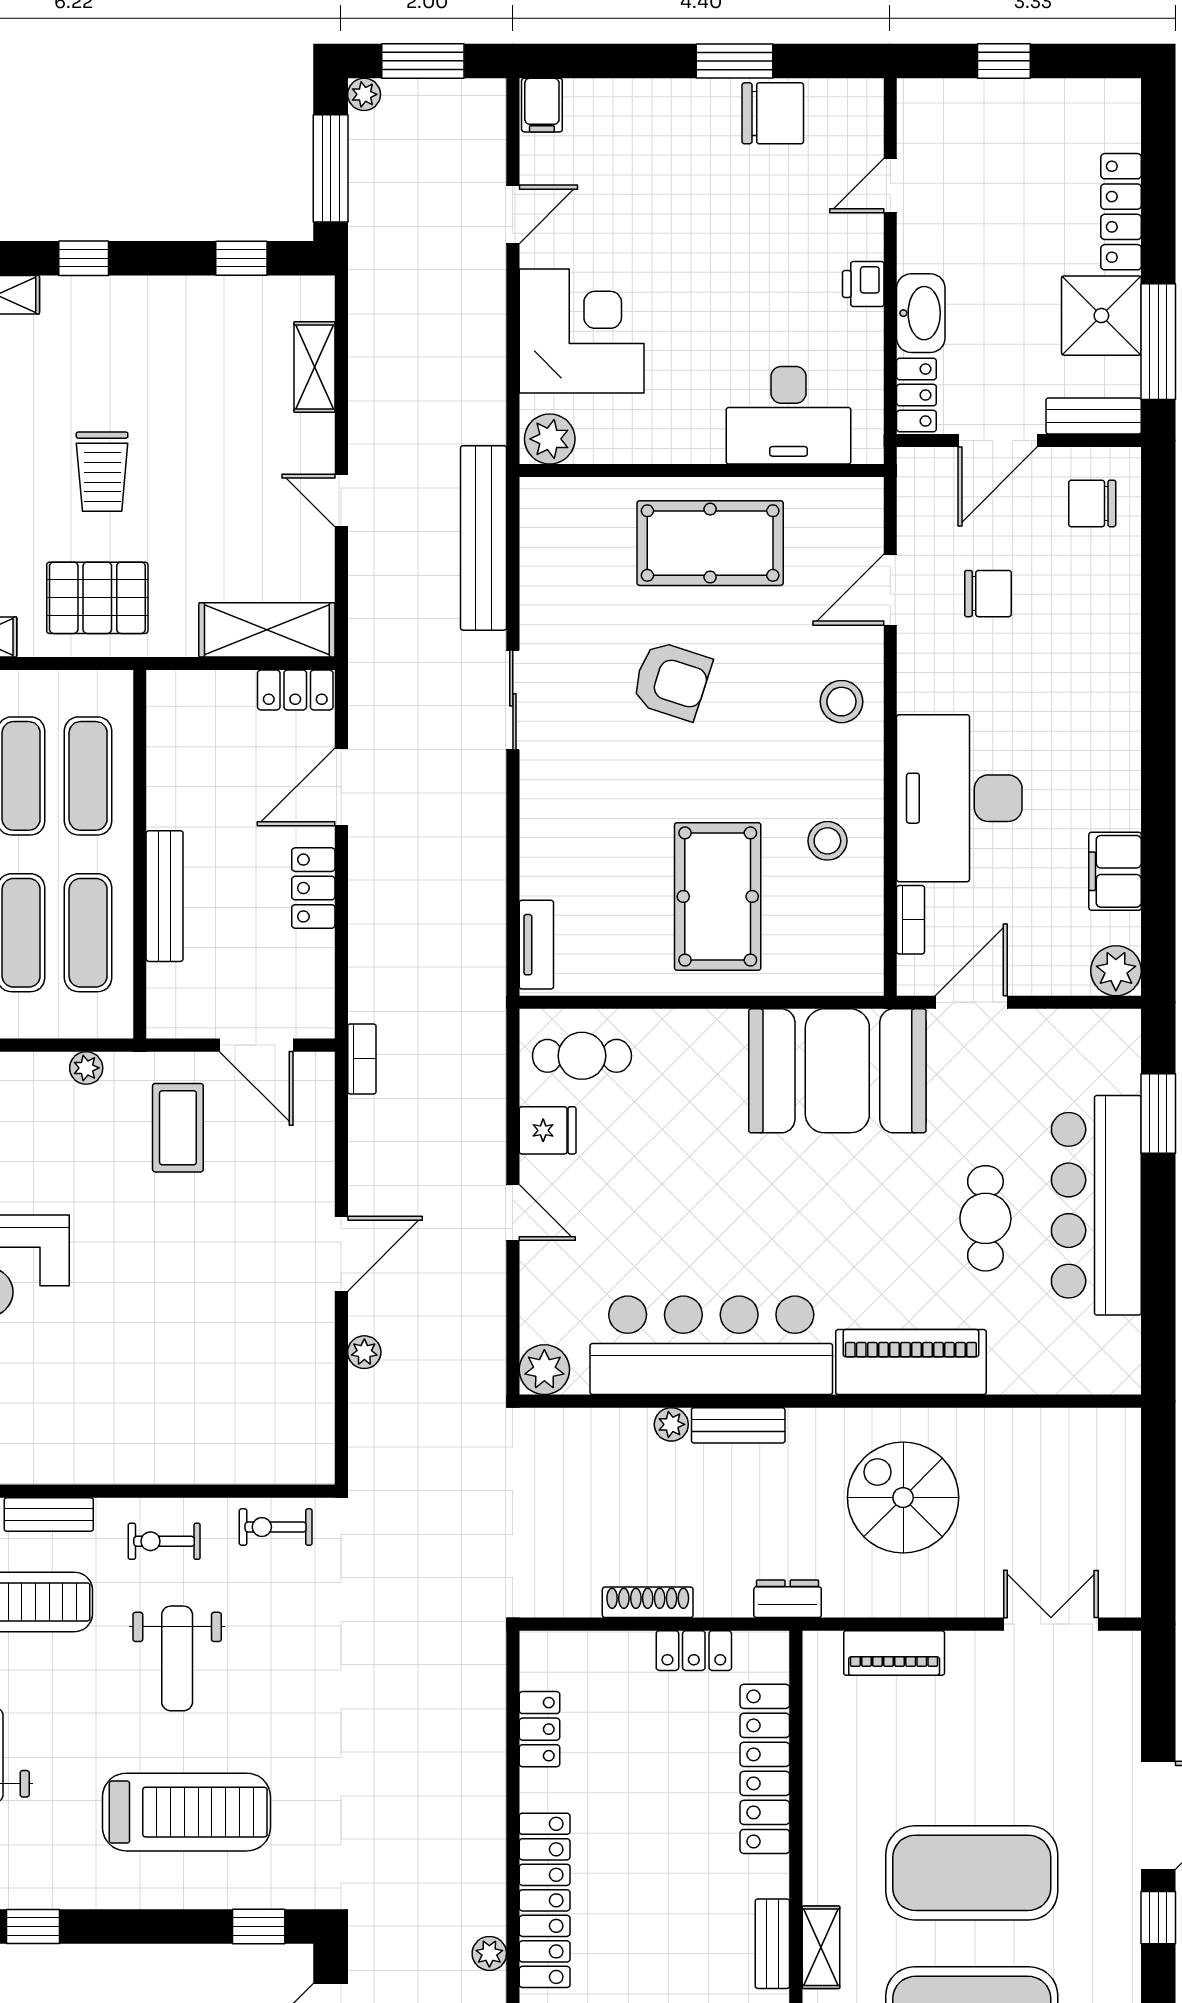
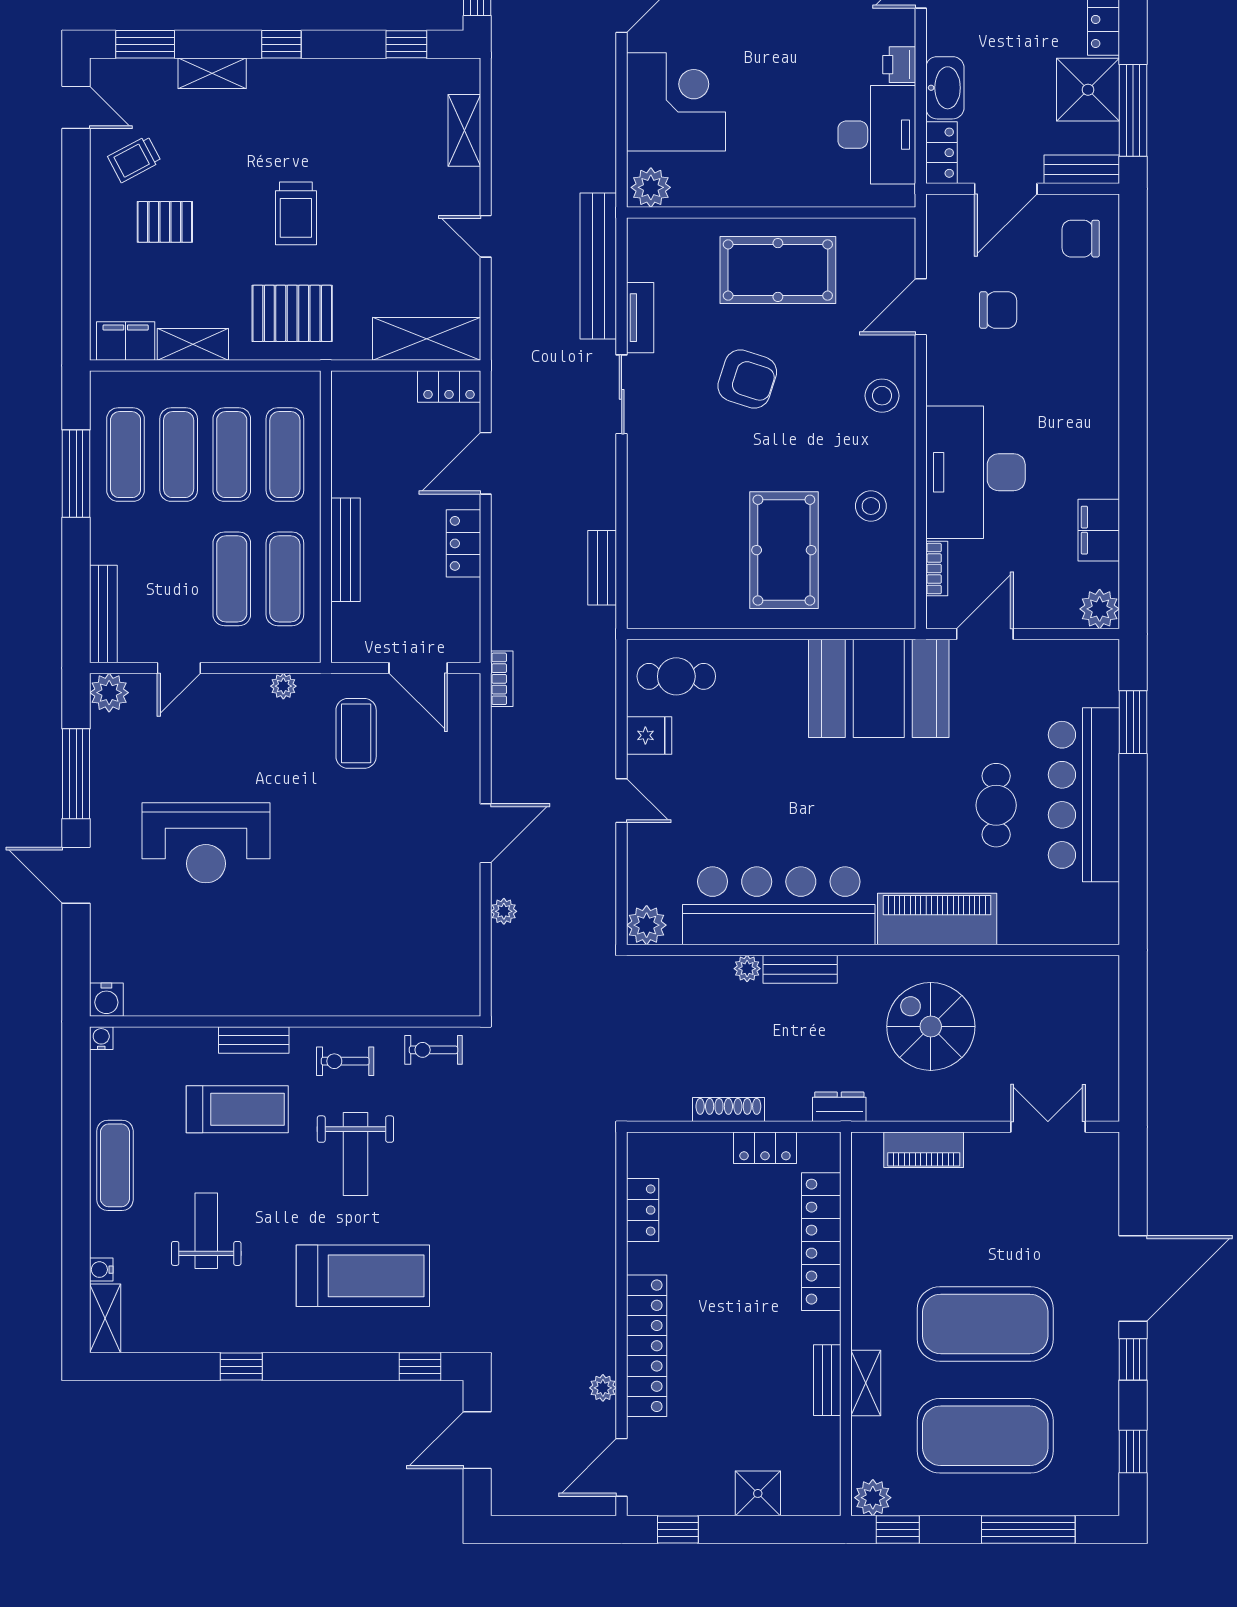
desk: (789, 415) -> (877, 135), moved, turned -90
bench: (488, 919) -> (602, 568), added
tv unit: (536, 945) -> (640, 318), moved

